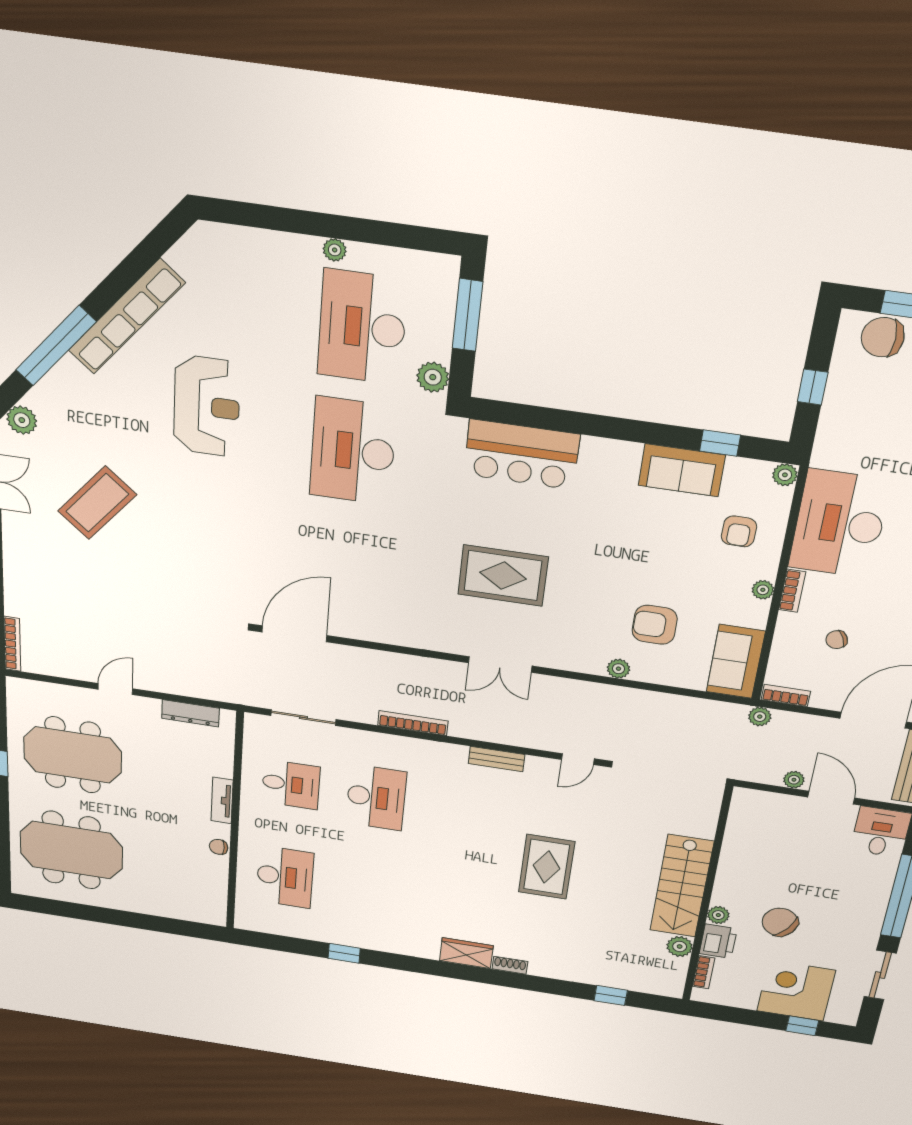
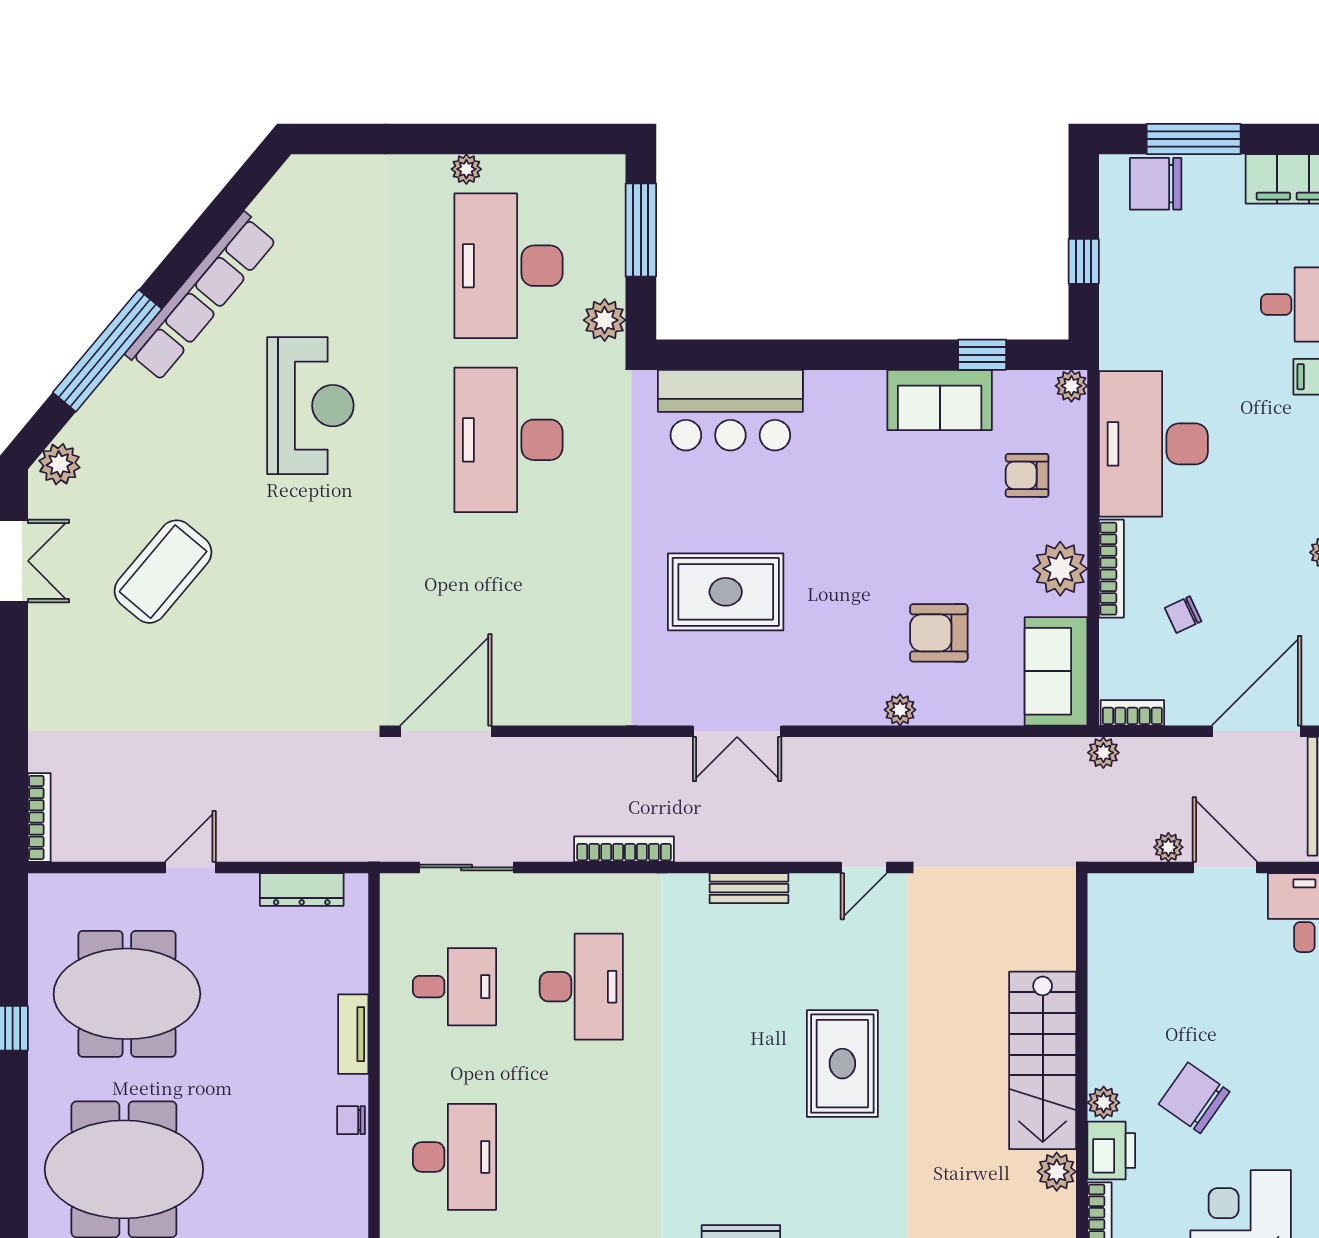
armchair: (739, 531) -> (1027, 475), turned 89
plant: (763, 590) -> (1060, 569), width x1.88, depth x1.88
bookcase: (792, 591) -> (1111, 569), width x1.56

